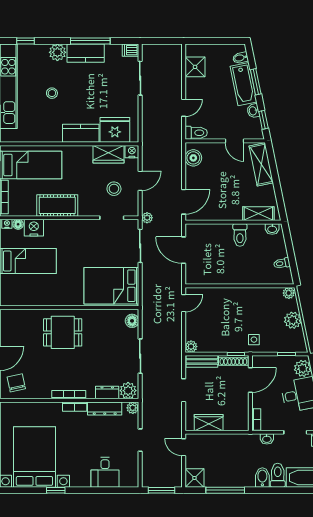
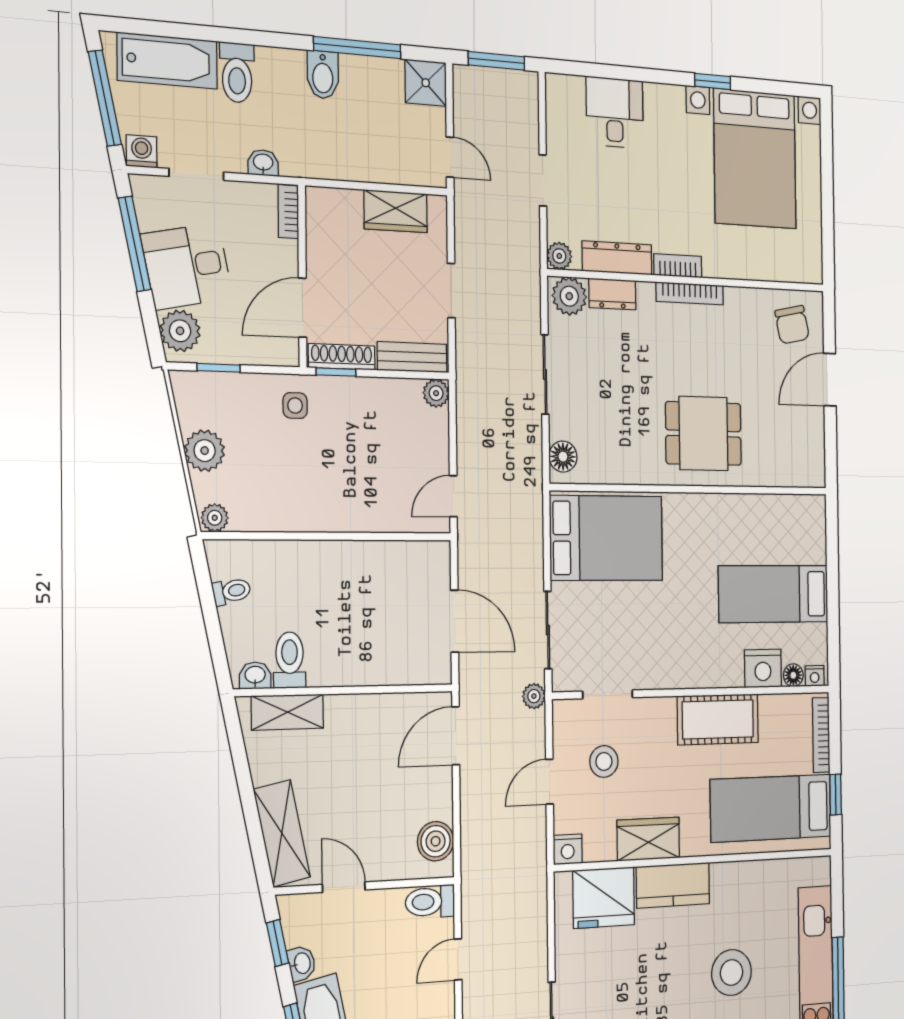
stool: (52, 93) -> (731, 973), width x1.89, depth x1.89
wardrobe: (109, 154) -> (648, 839), moved
toilet: (240, 235) -> (290, 660), moved
bidet: (262, 477) -> (323, 75), moved

